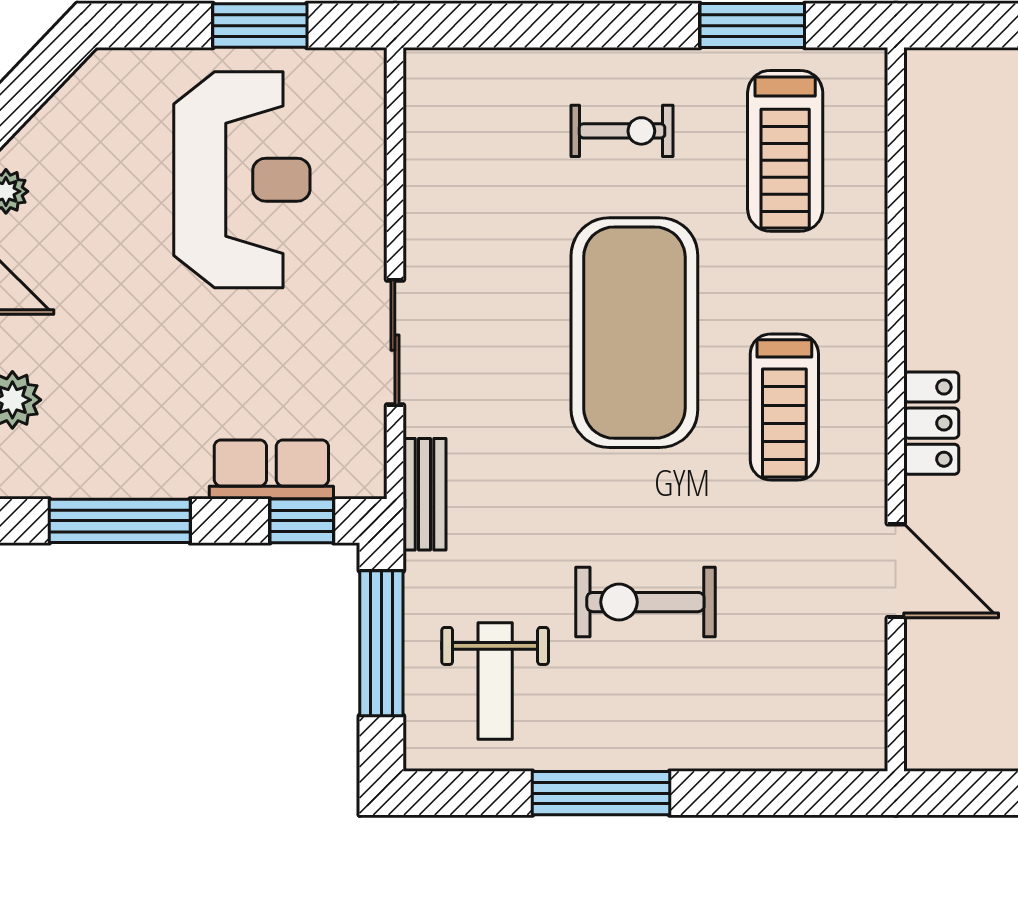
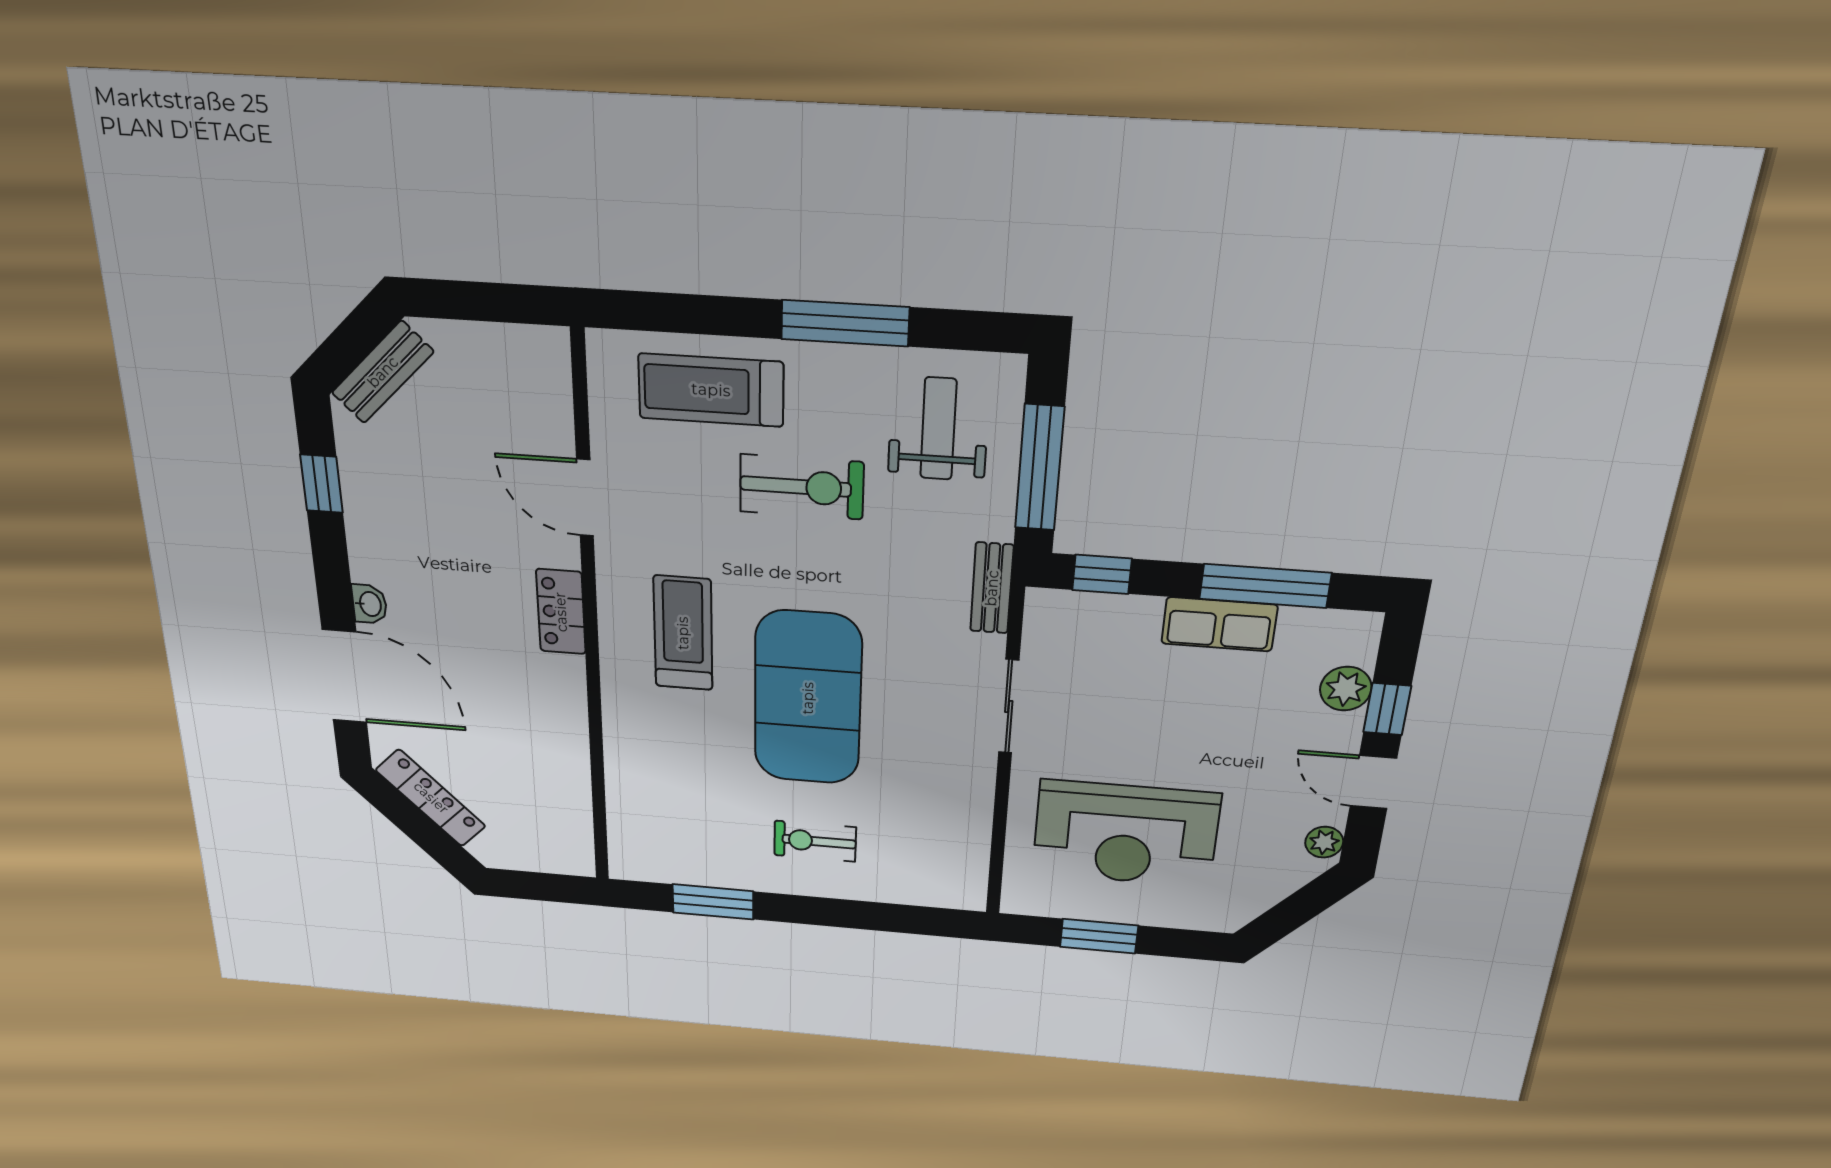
treadmill: (785, 151) -> (711, 390), moved, turned -90
reception desk: (242, 180) -> (1126, 834), turned -90
row of seats: (271, 470) -> (1219, 624), moved

